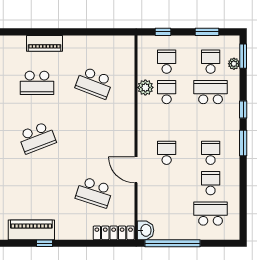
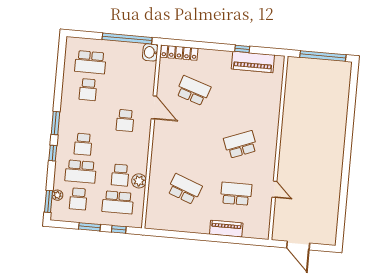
window: (207, 32) -> (89, 227), moved
school desk: (167, 62) -> (118, 202), width x1.85
school desk: (211, 153) -> (83, 144), moved

